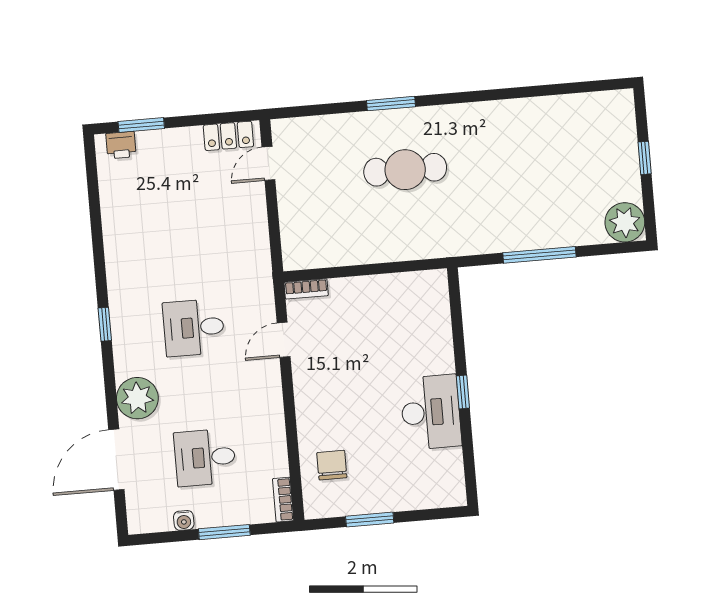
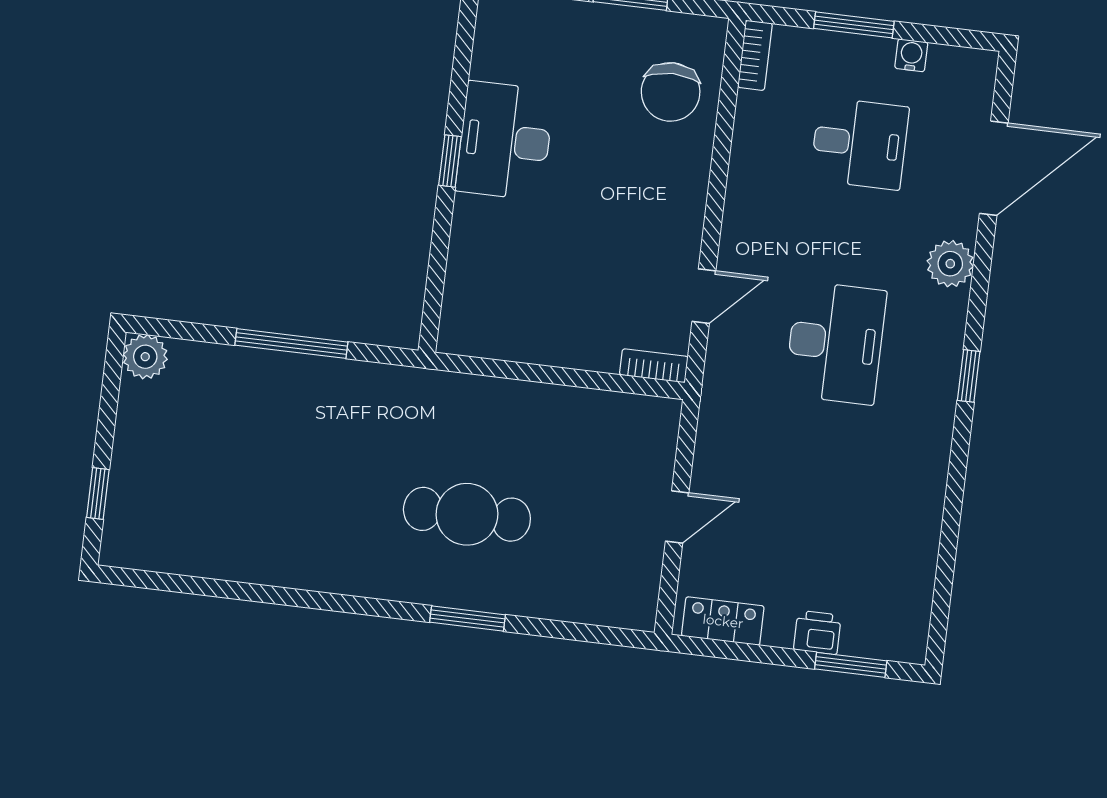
printer: (121, 145) -> (817, 632), moved
window: (645, 158) -> (98, 493), moved
door: (268, 163) -> (677, 517), moved
plant: (625, 222) -> (145, 357), width x0.73, depth x0.73
desk: (194, 328) -> (835, 343), width x1.37
plant: (137, 398) -> (950, 264), width x0.73, depth x0.73
chair: (332, 465) -> (671, 92), width x1.37, depth x1.37

